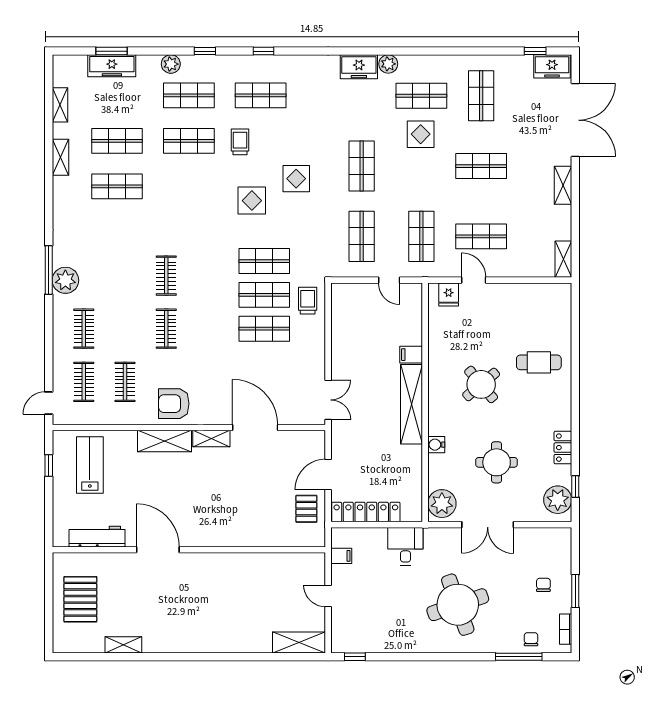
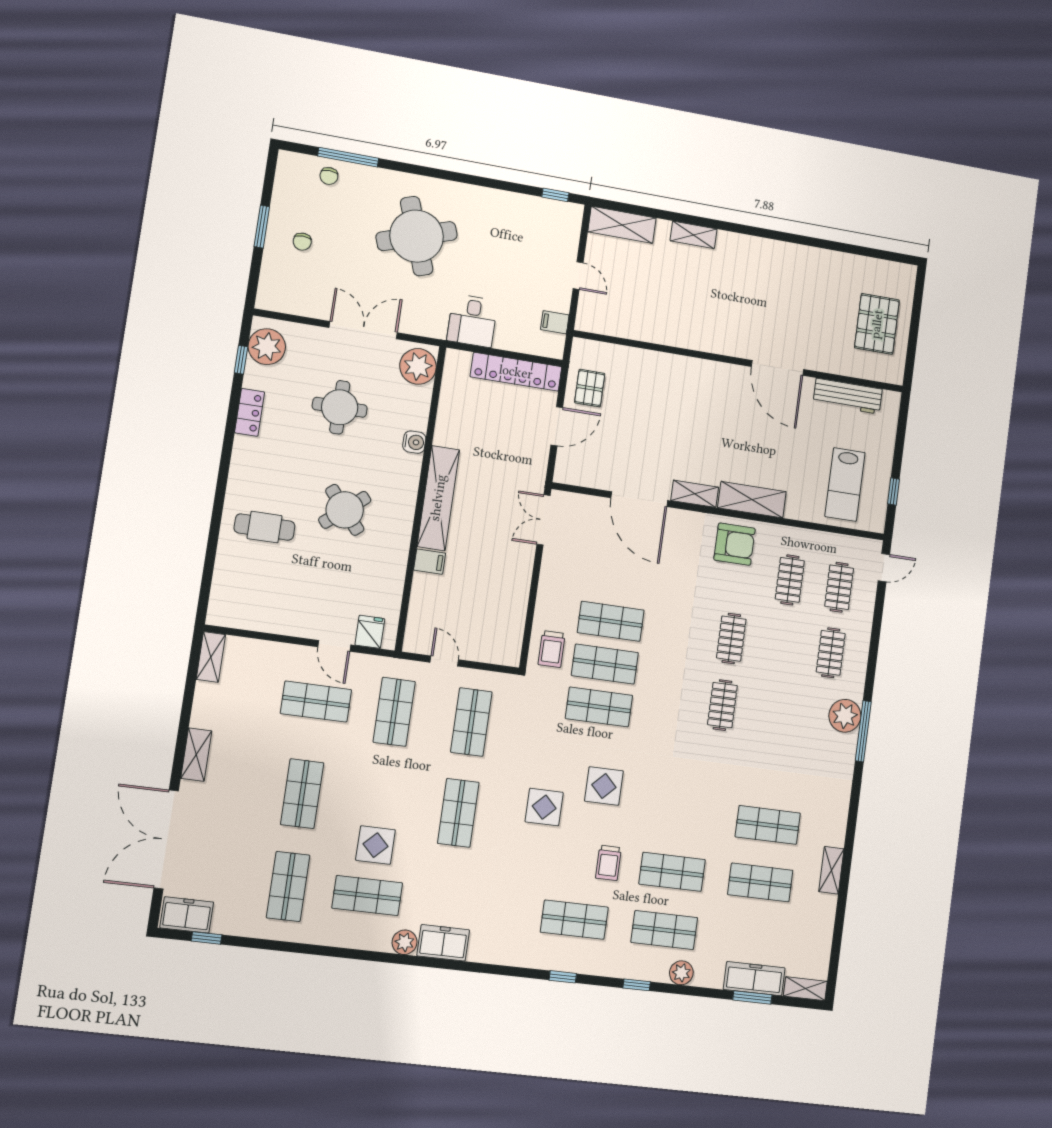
shelving: (60, 105) -> (805, 989), moved, turned 90
shop shelf: (481, 166) -> (302, 794), turned 90
bookcase: (566, 629) -> (282, 181), removed
shelving: (123, 645) -> (694, 235), moved

